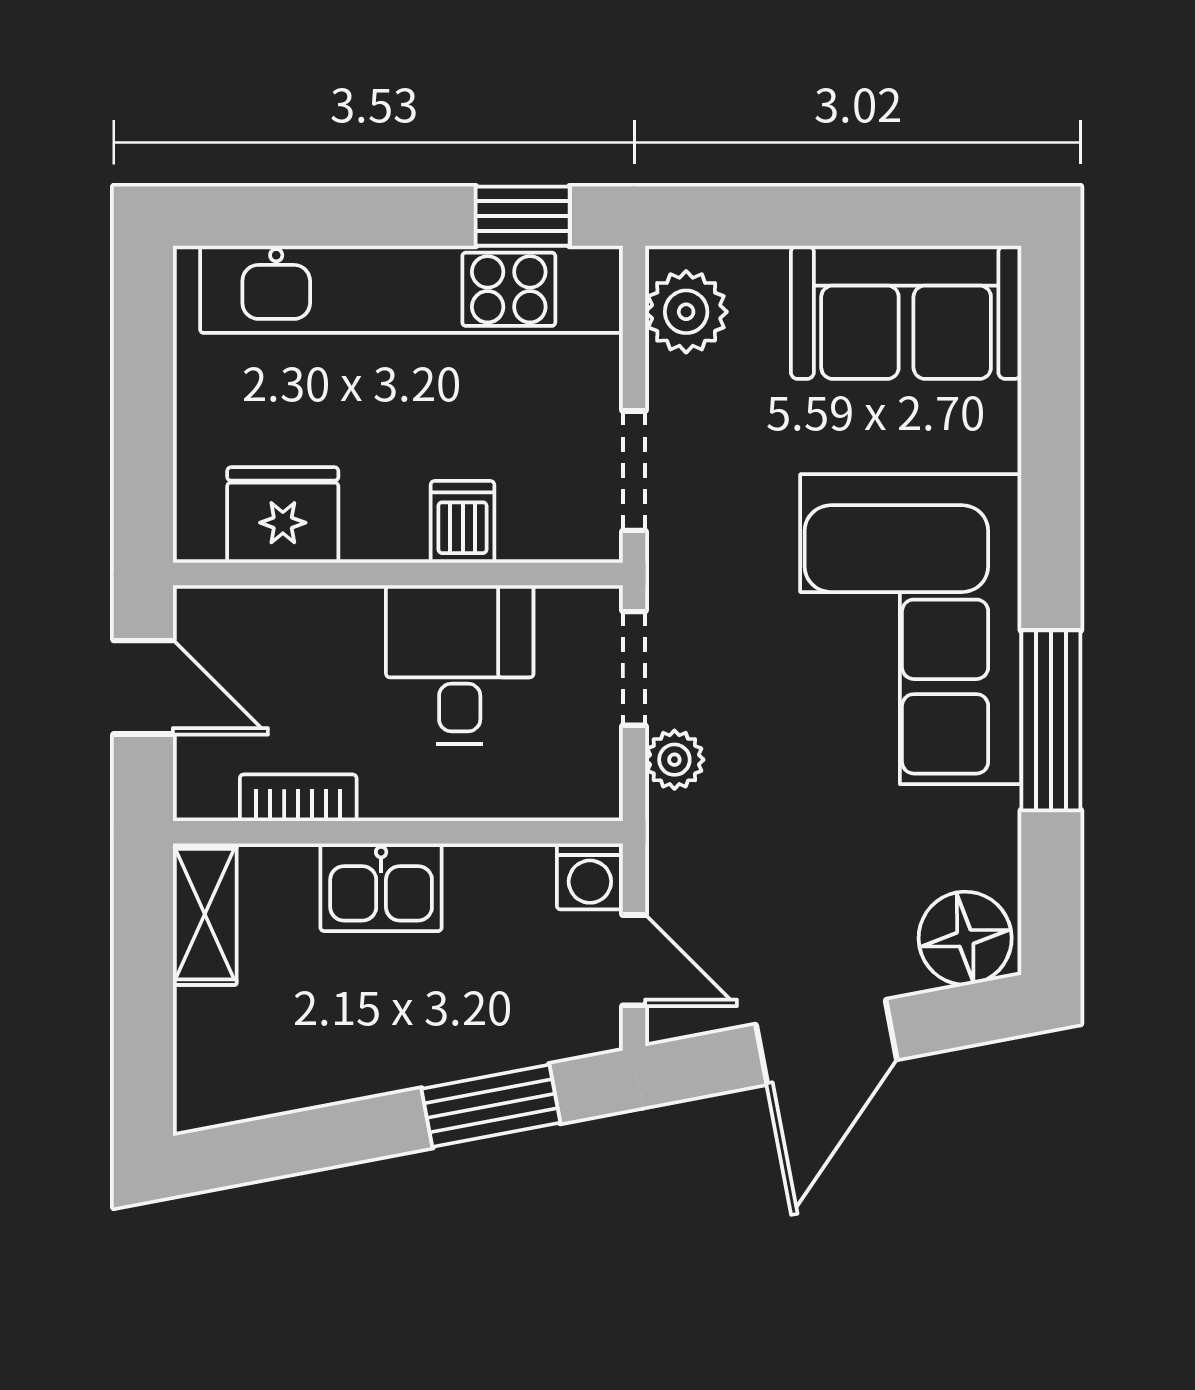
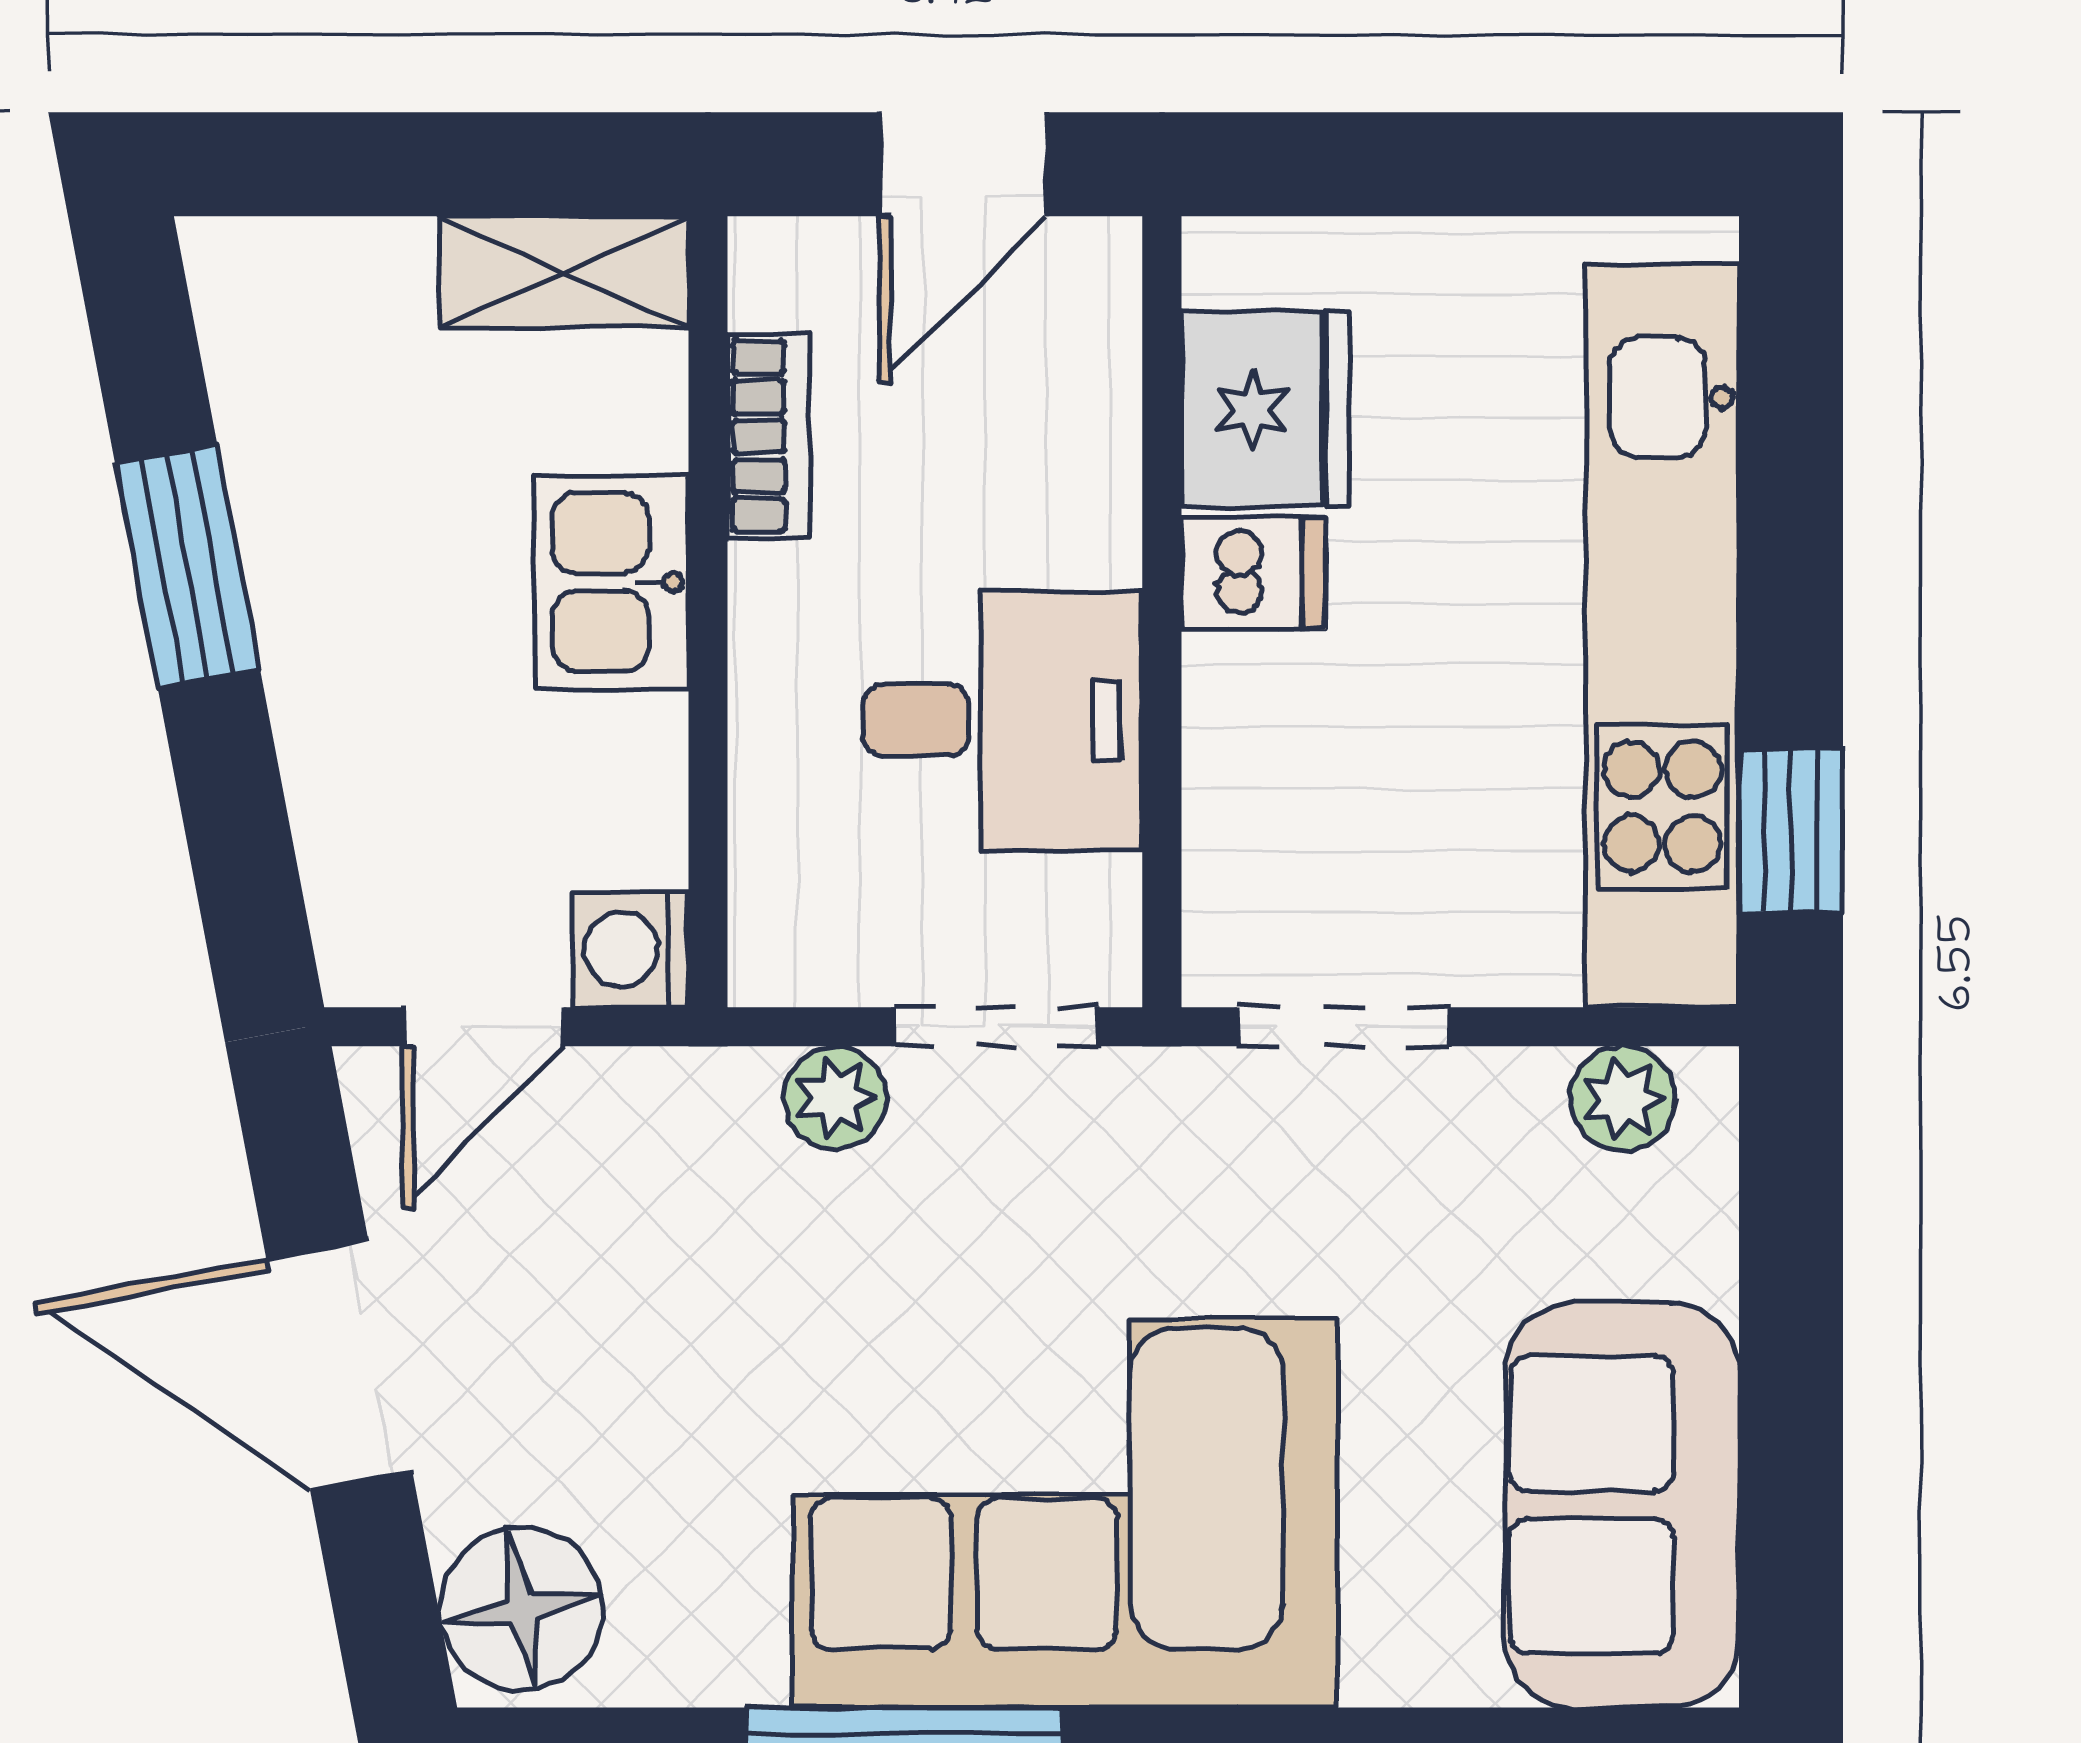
plant: (686, 312) -> (1623, 1099), width x0.73, depth x0.73
dishwasher: (463, 522) -> (1253, 573), moved
window: (491, 1106) -> (187, 566), moved

